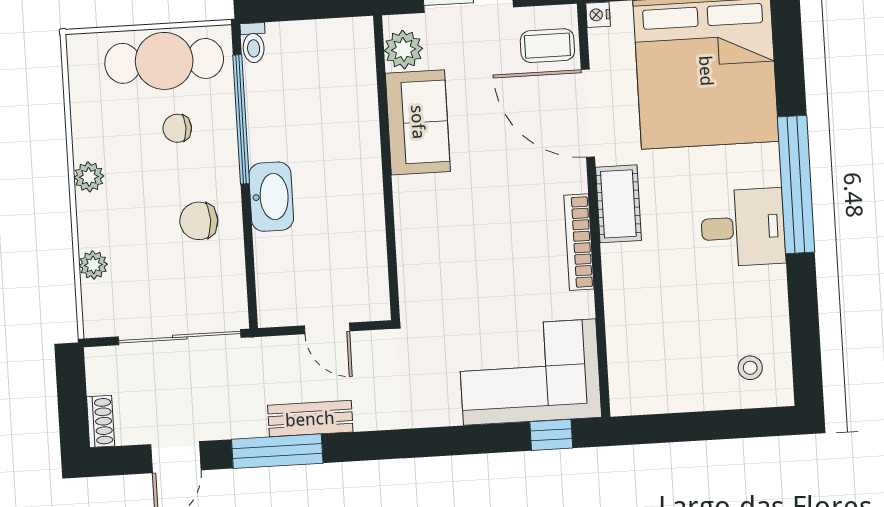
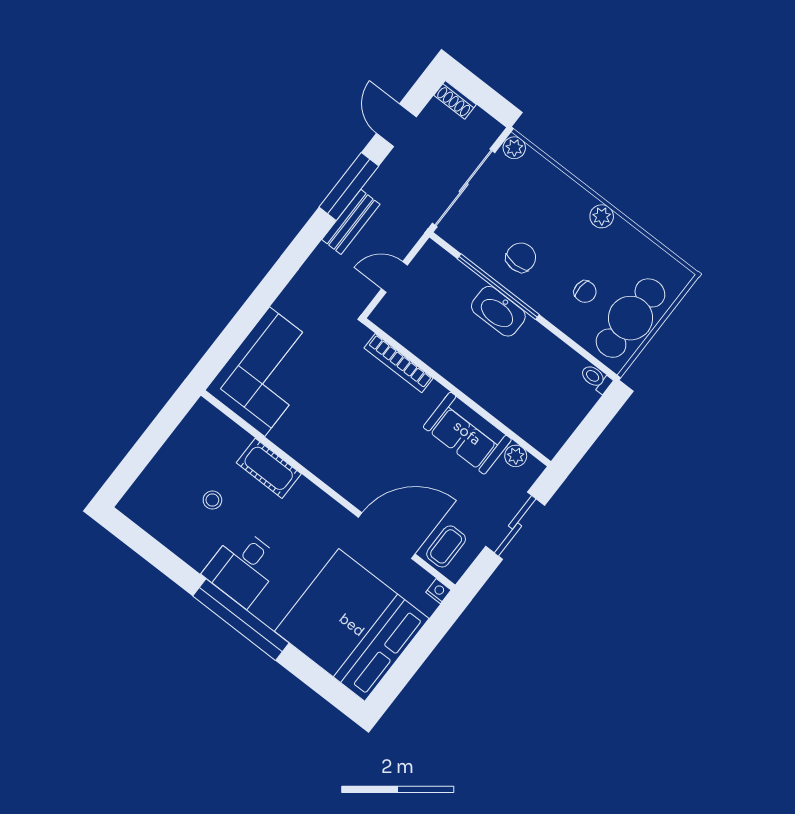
plant: (403, 50) -> (516, 456), width x0.73, depth x0.73
window: (241, 119) -> (498, 287), moved
chair: (177, 128) -> (585, 292), turned 94
cot: (618, 204) -> (269, 468), moved
bookcase: (579, 242) -> (399, 363), moved, turned 180
plant: (93, 265) -> (514, 148), moved
stool: (750, 368) -> (212, 500), moved
window: (551, 435) -> (220, 352), removed

